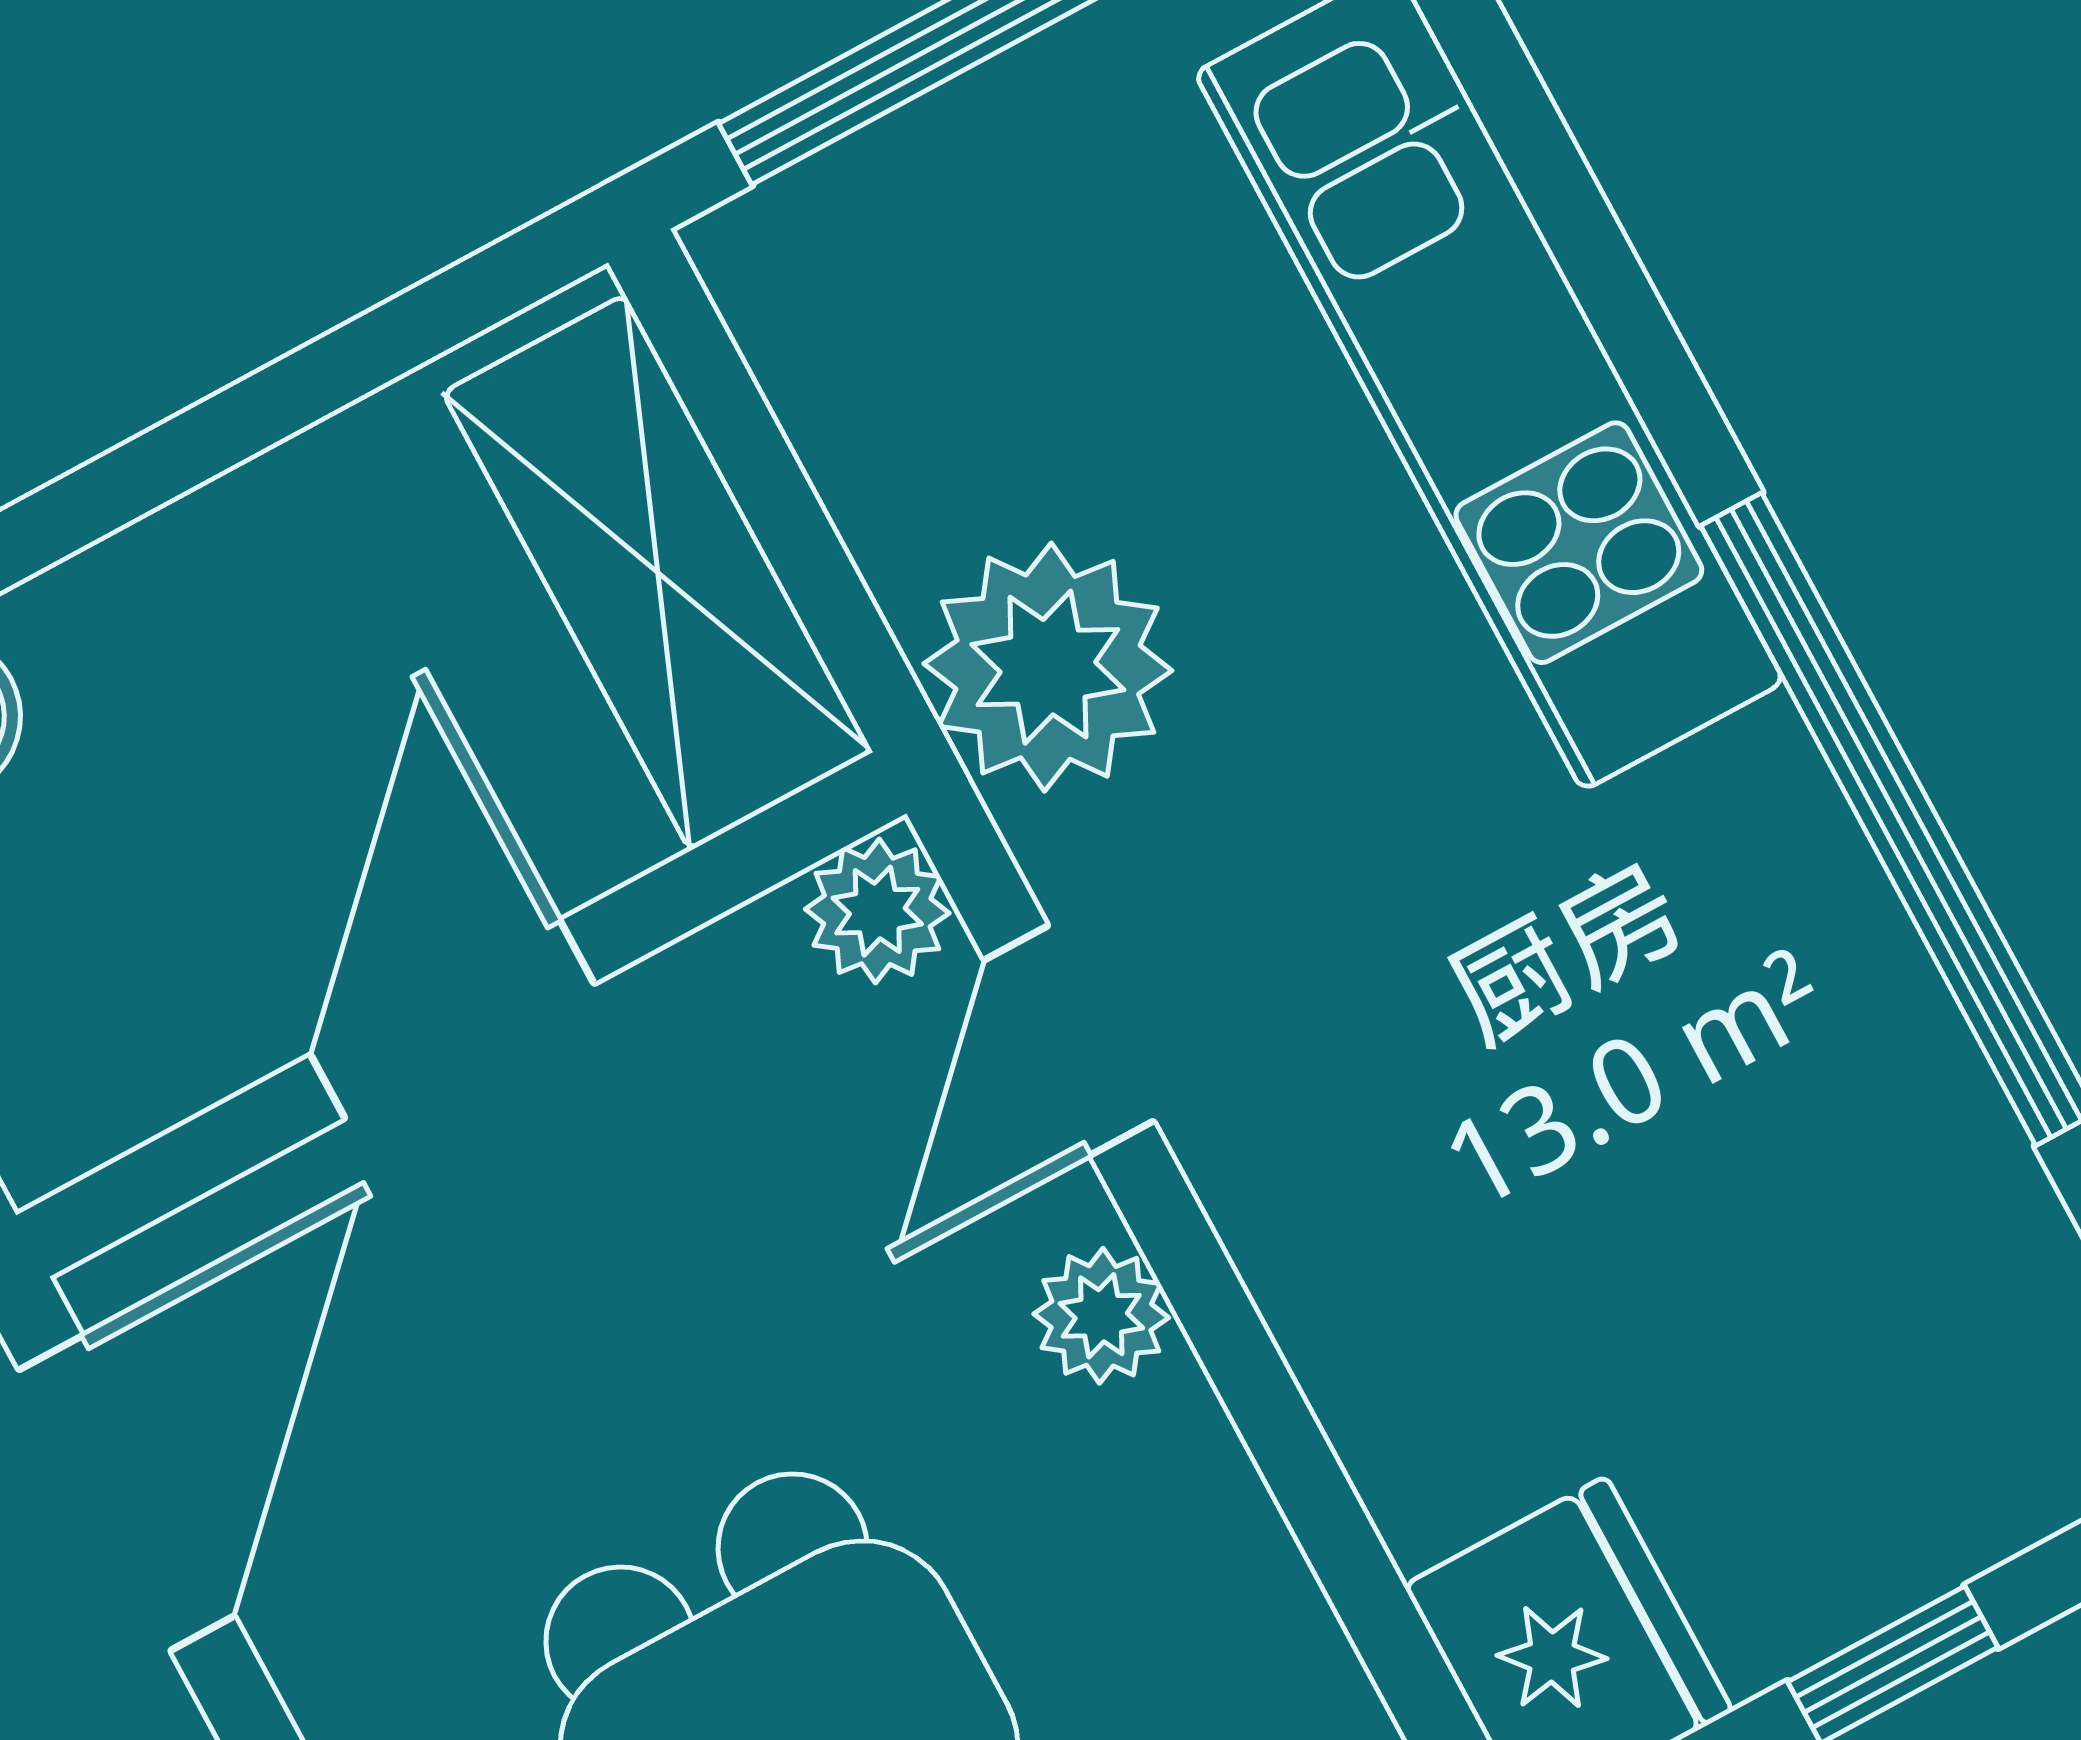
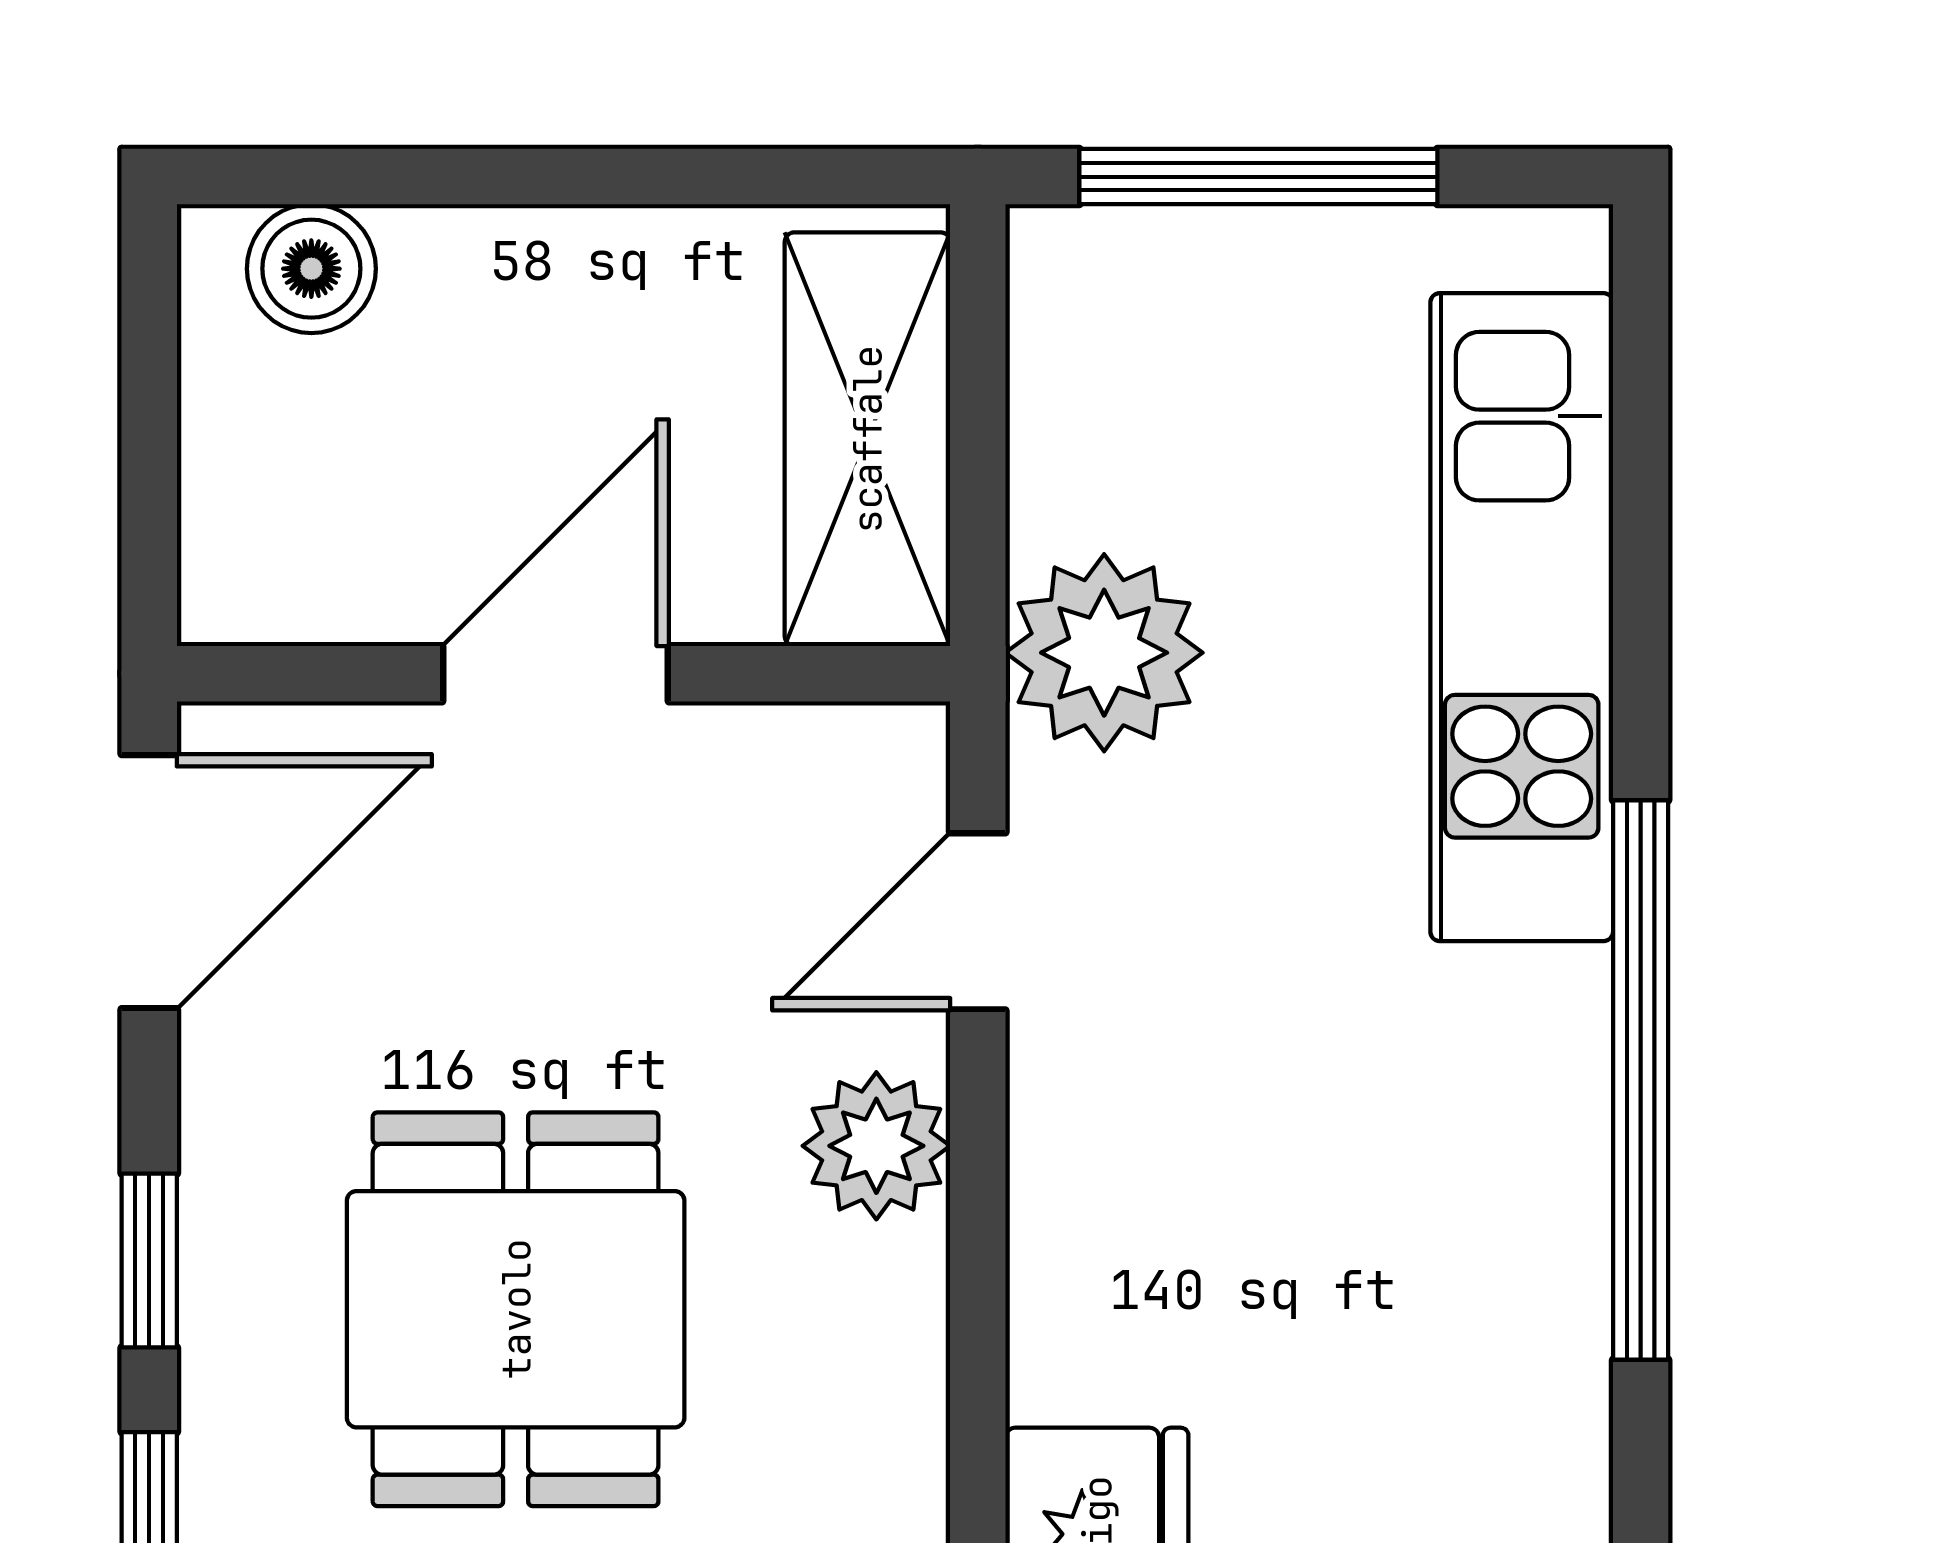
plant: (877, 911) -> (893, 759), removed
plant: (1101, 1316) -> (876, 1146), width x1.38, depth x1.38

